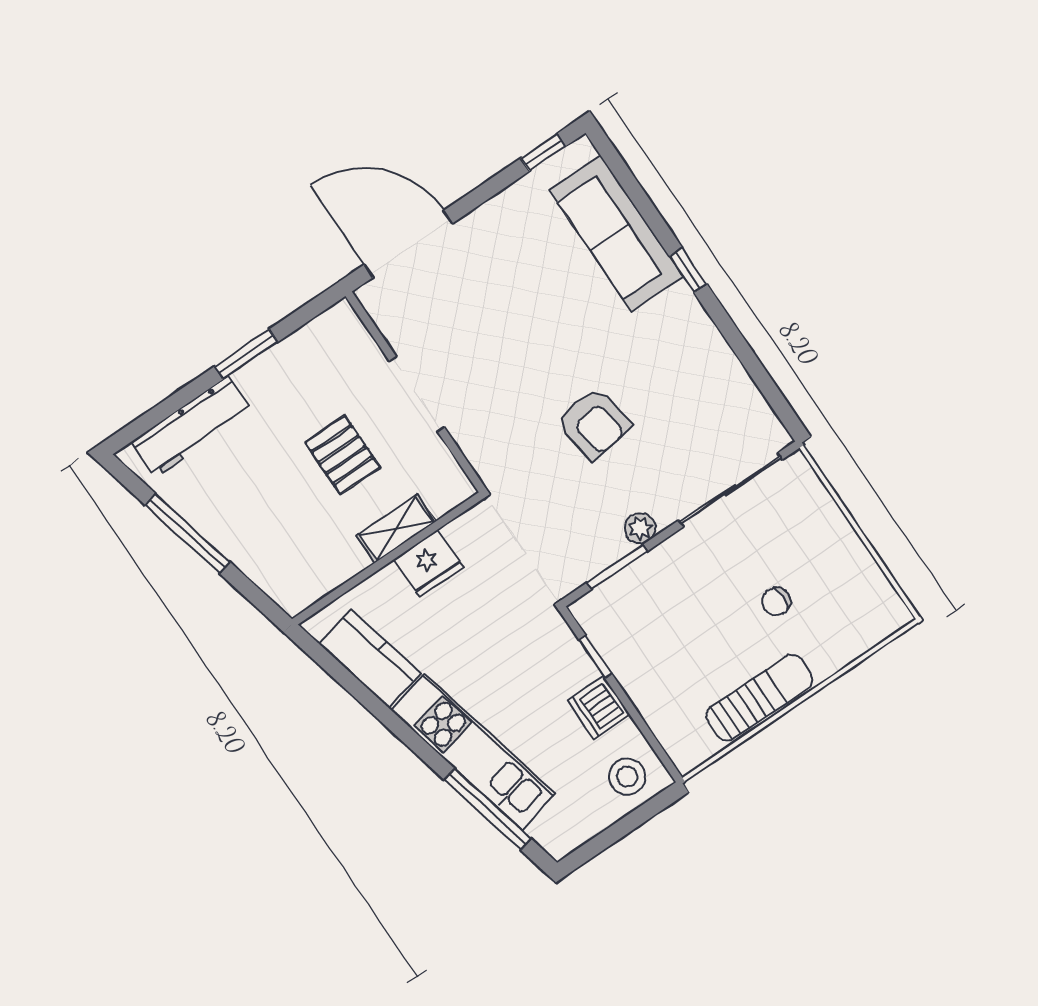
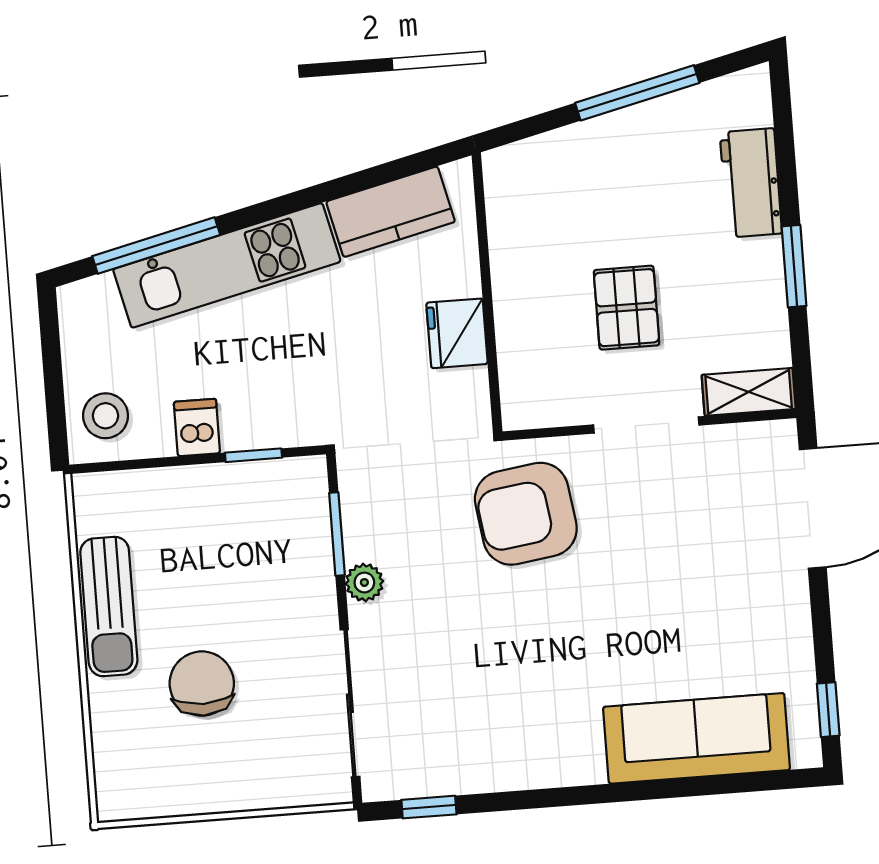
window: (688, 270) -> (429, 807), moved
armchair: (594, 423) -> (526, 514), moved, width x1.36, depth x1.36
workbench: (192, 427) -> (751, 183), width x0.73
pallet: (342, 455) -> (627, 308), turned 90
shelving: (396, 529) -> (749, 392), moved, turned 90
chair: (776, 602) -> (202, 684), width x1.87, depth x1.87
dishwasher: (599, 708) -> (197, 427), width x0.73

